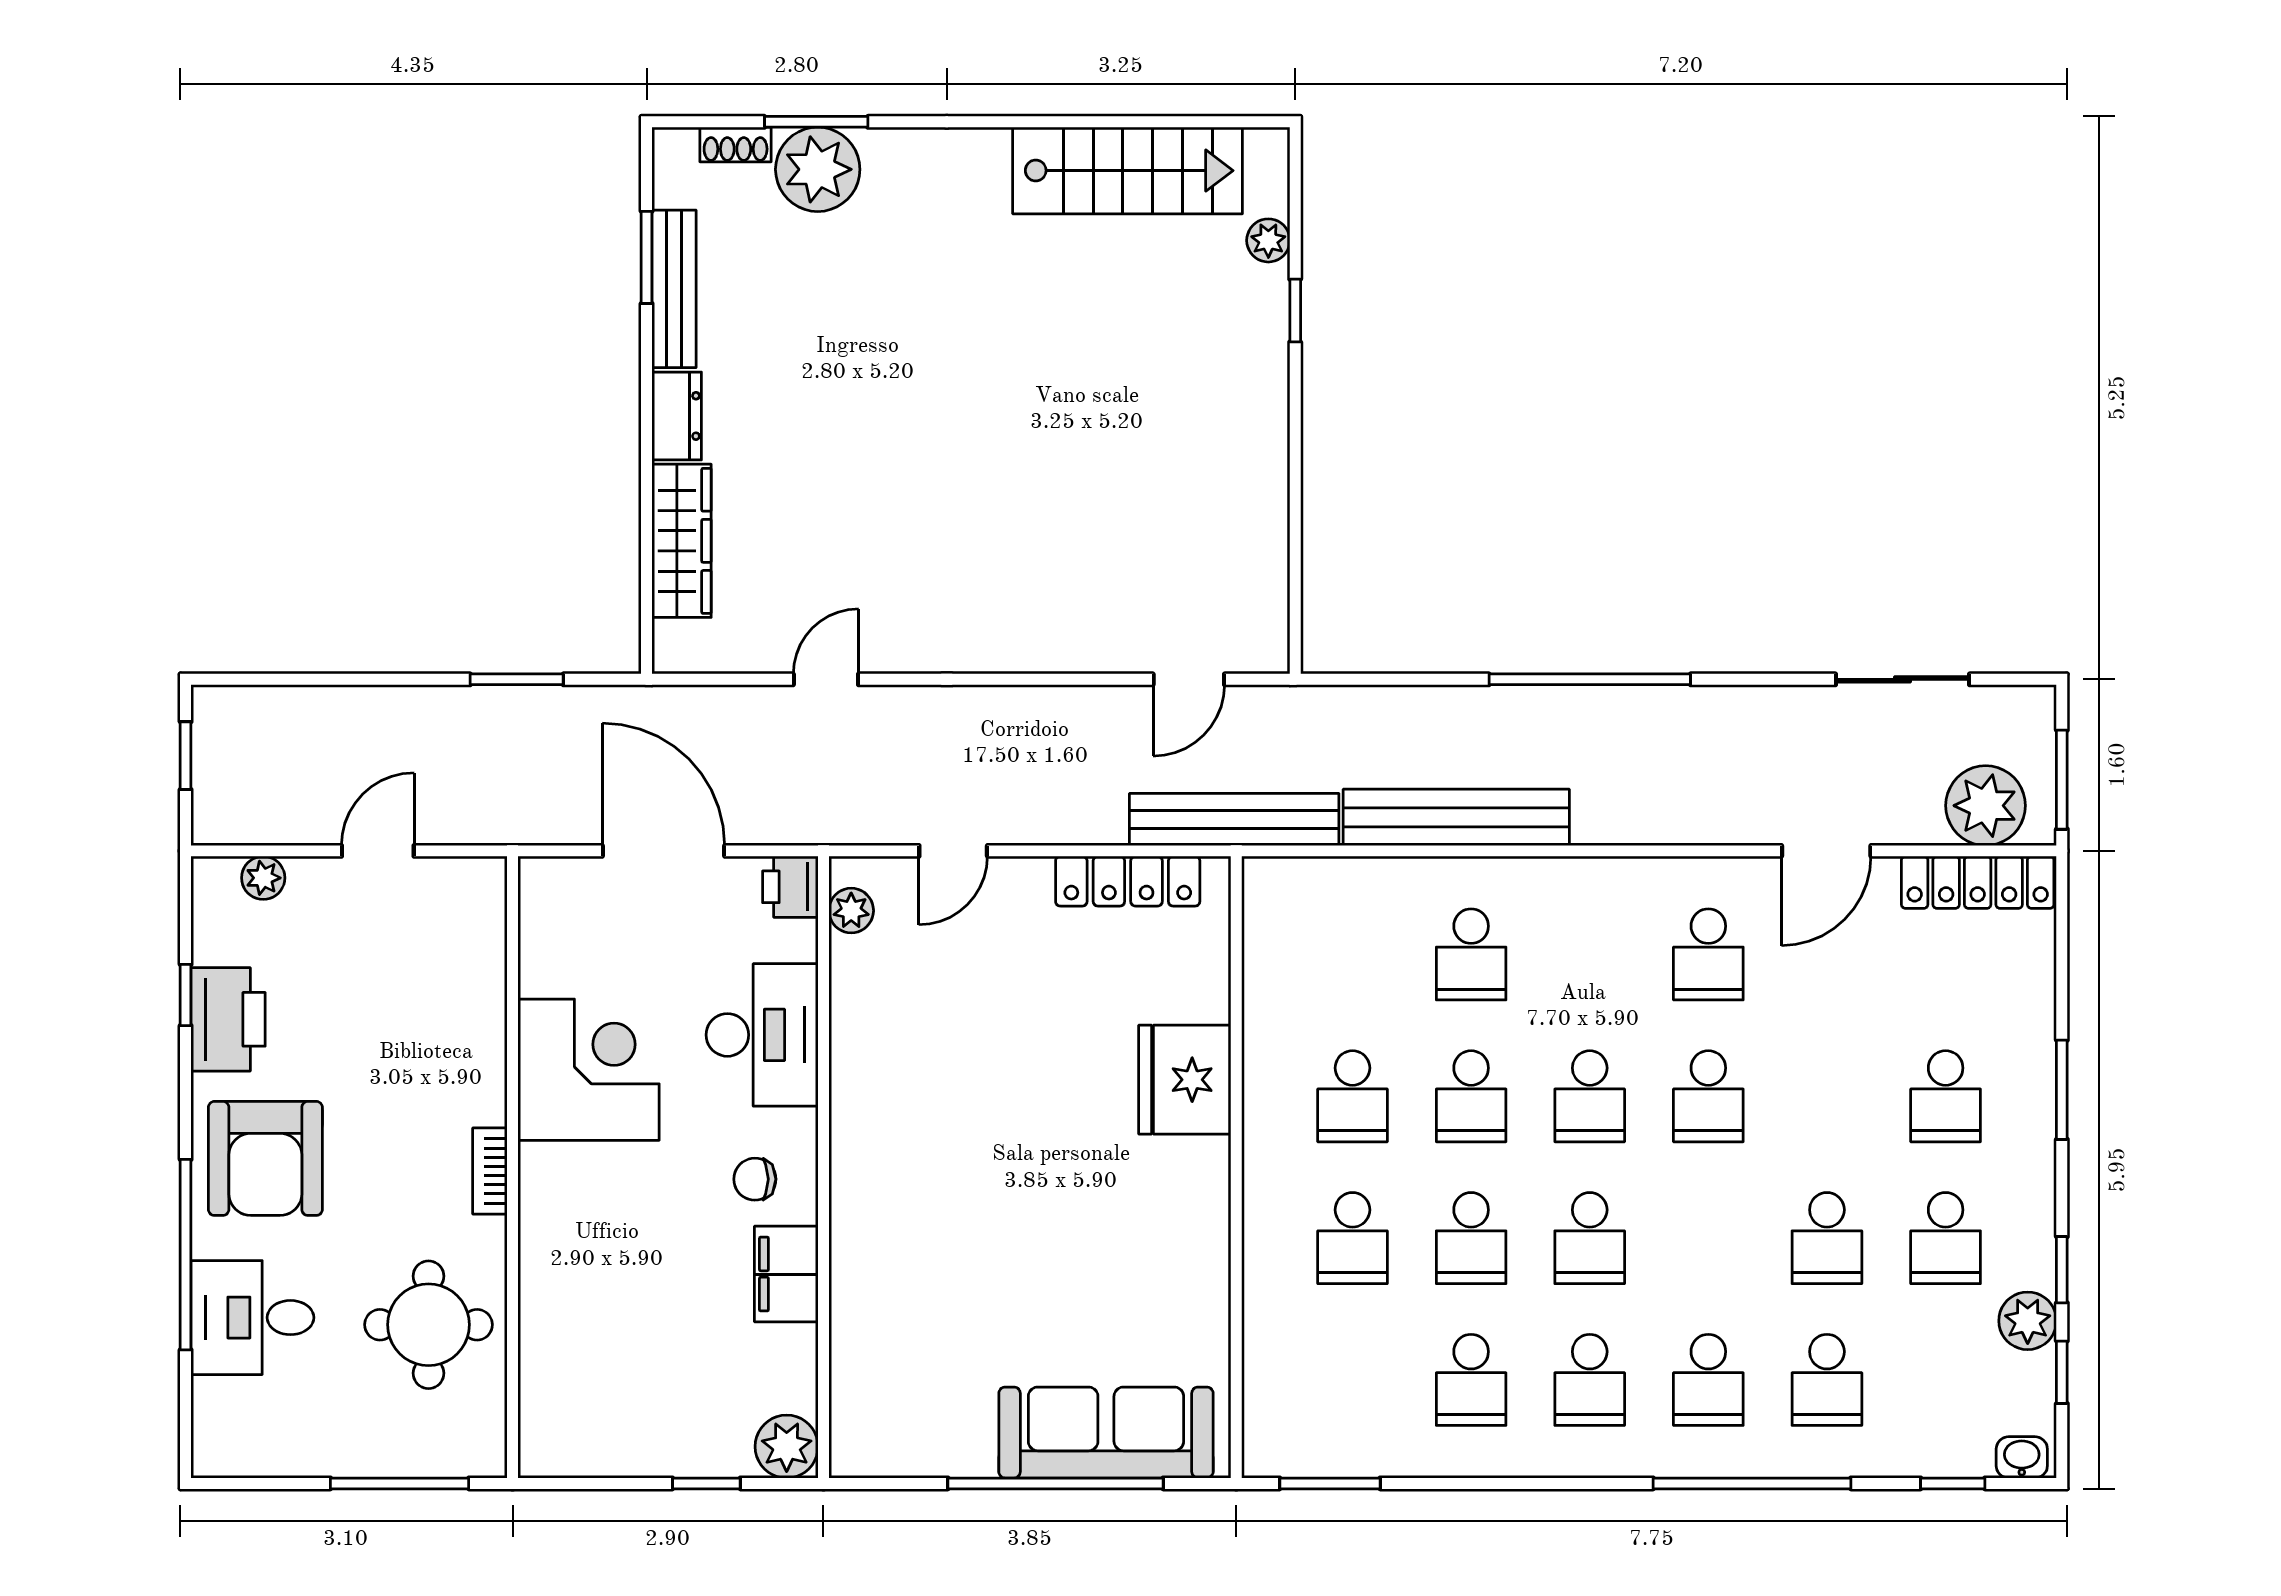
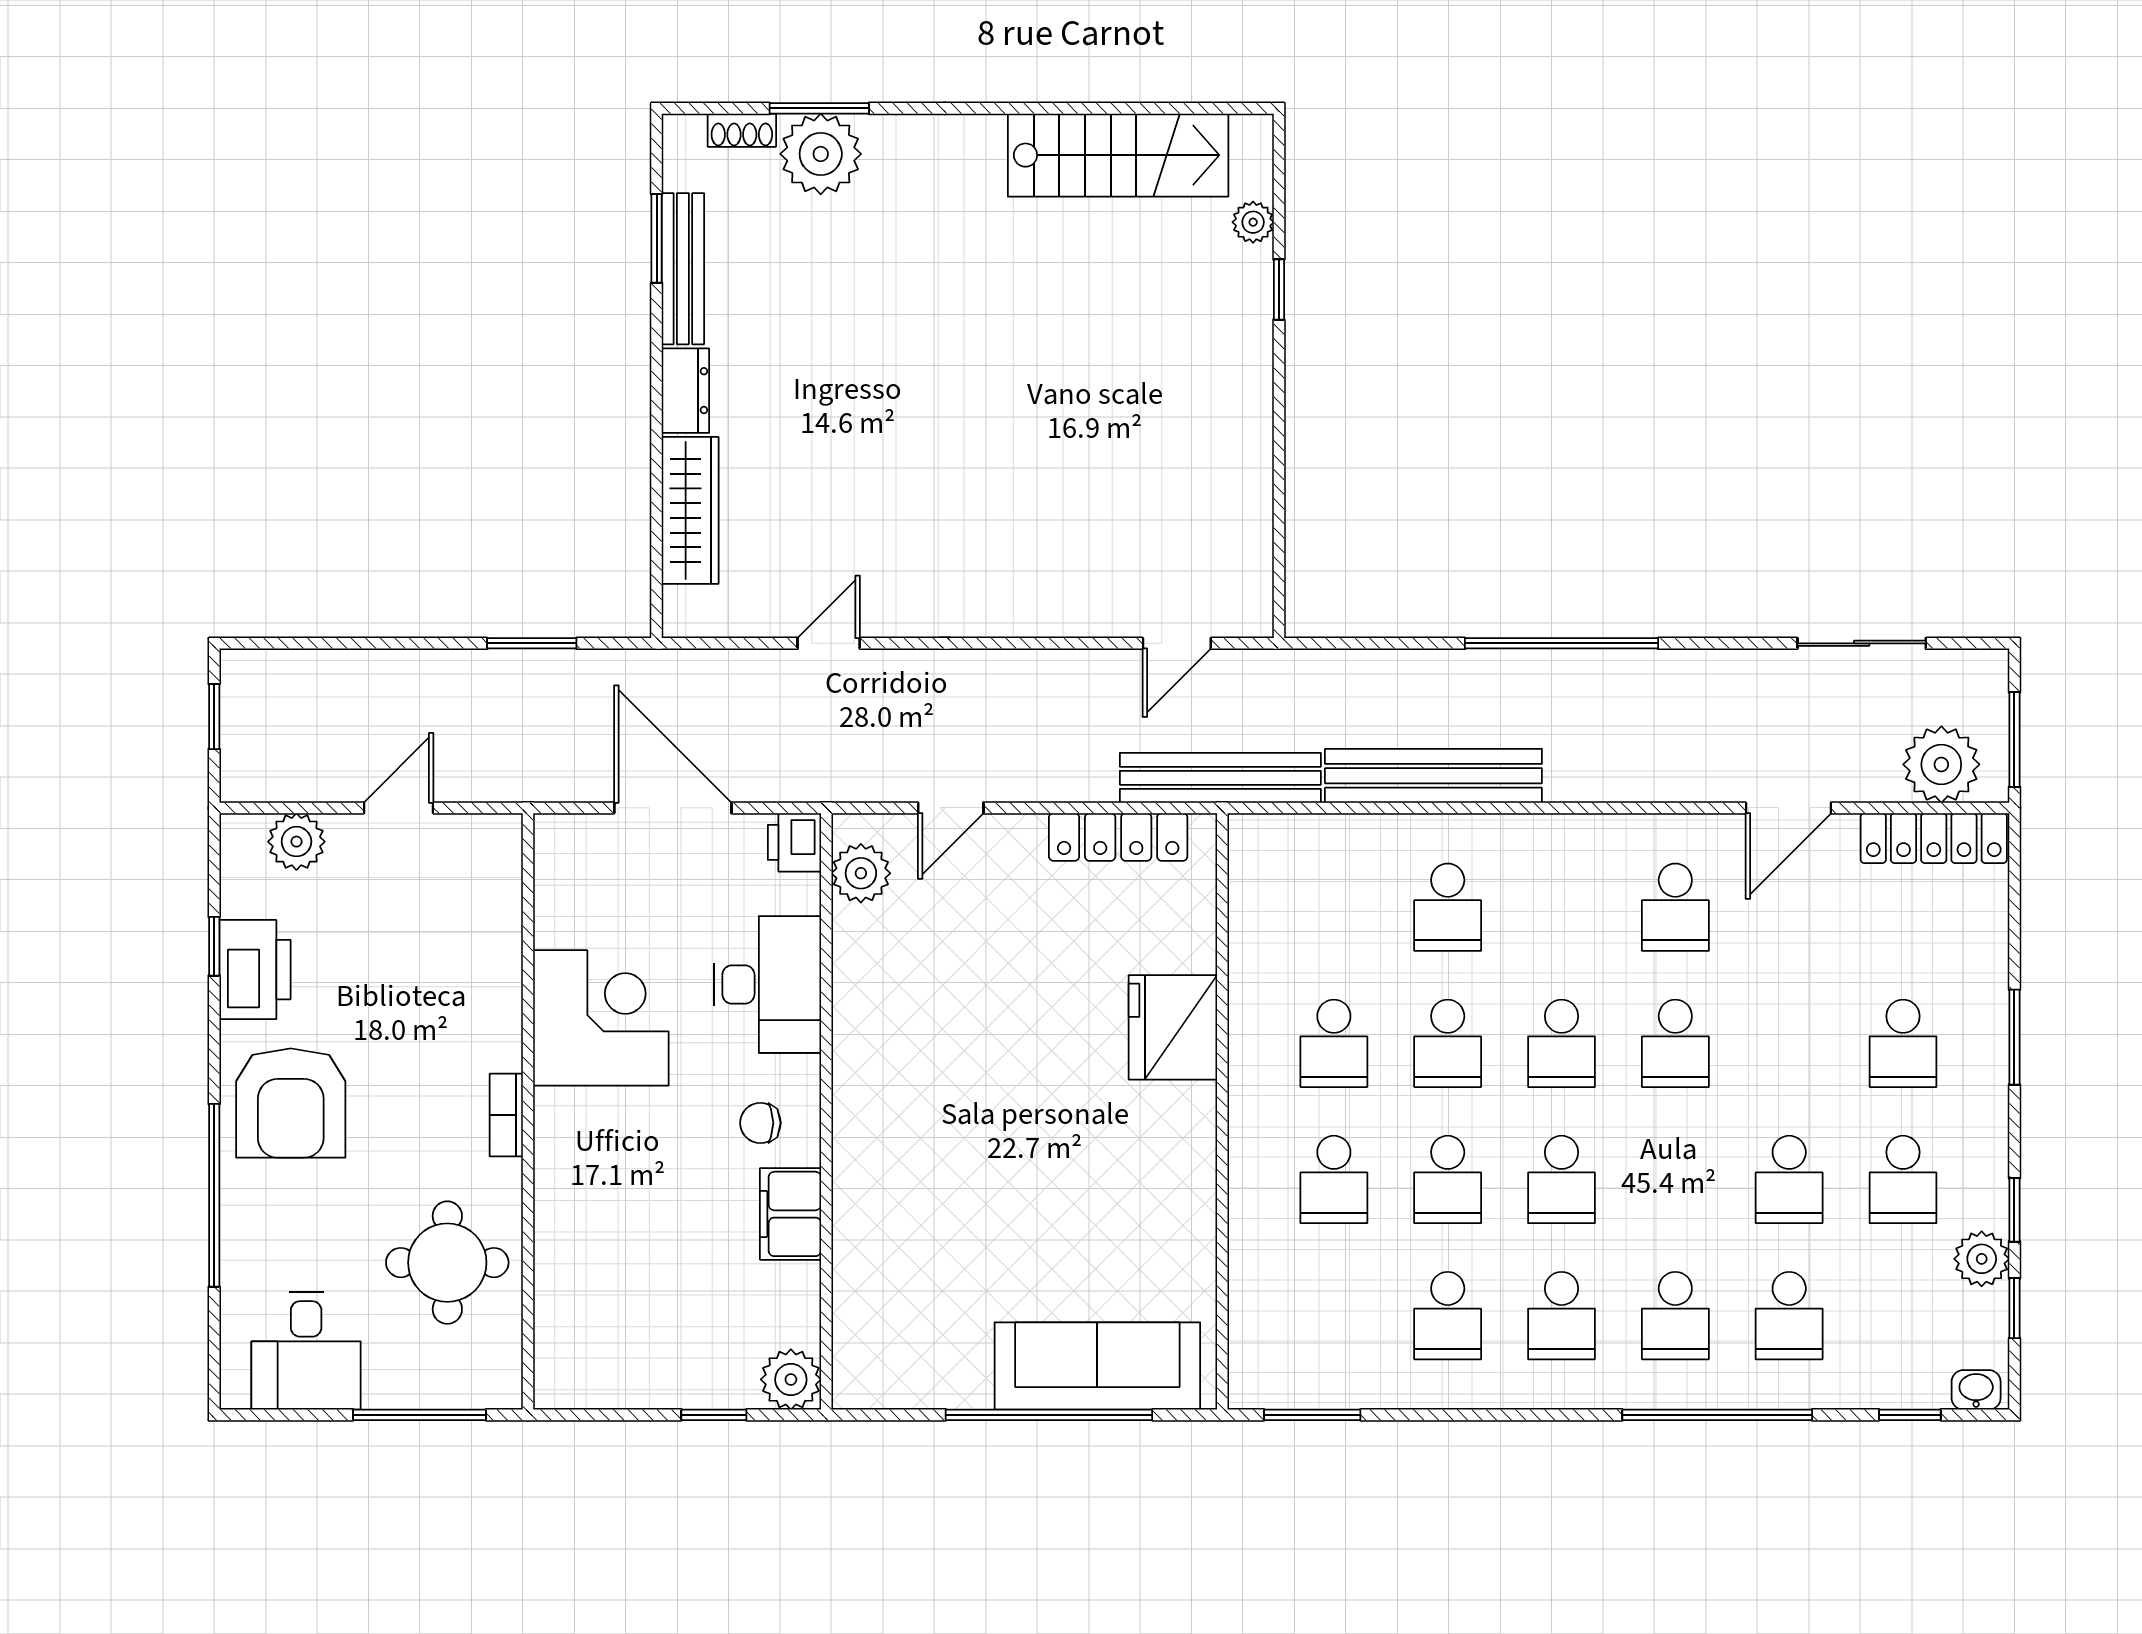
plant: (263, 878) -> (296, 842), width x1.38, depth x1.38
plant: (851, 911) -> (861, 873), width x1.38, depth x1.38
desk: (252, 1318) -> (306, 1351), moved, turned -90

